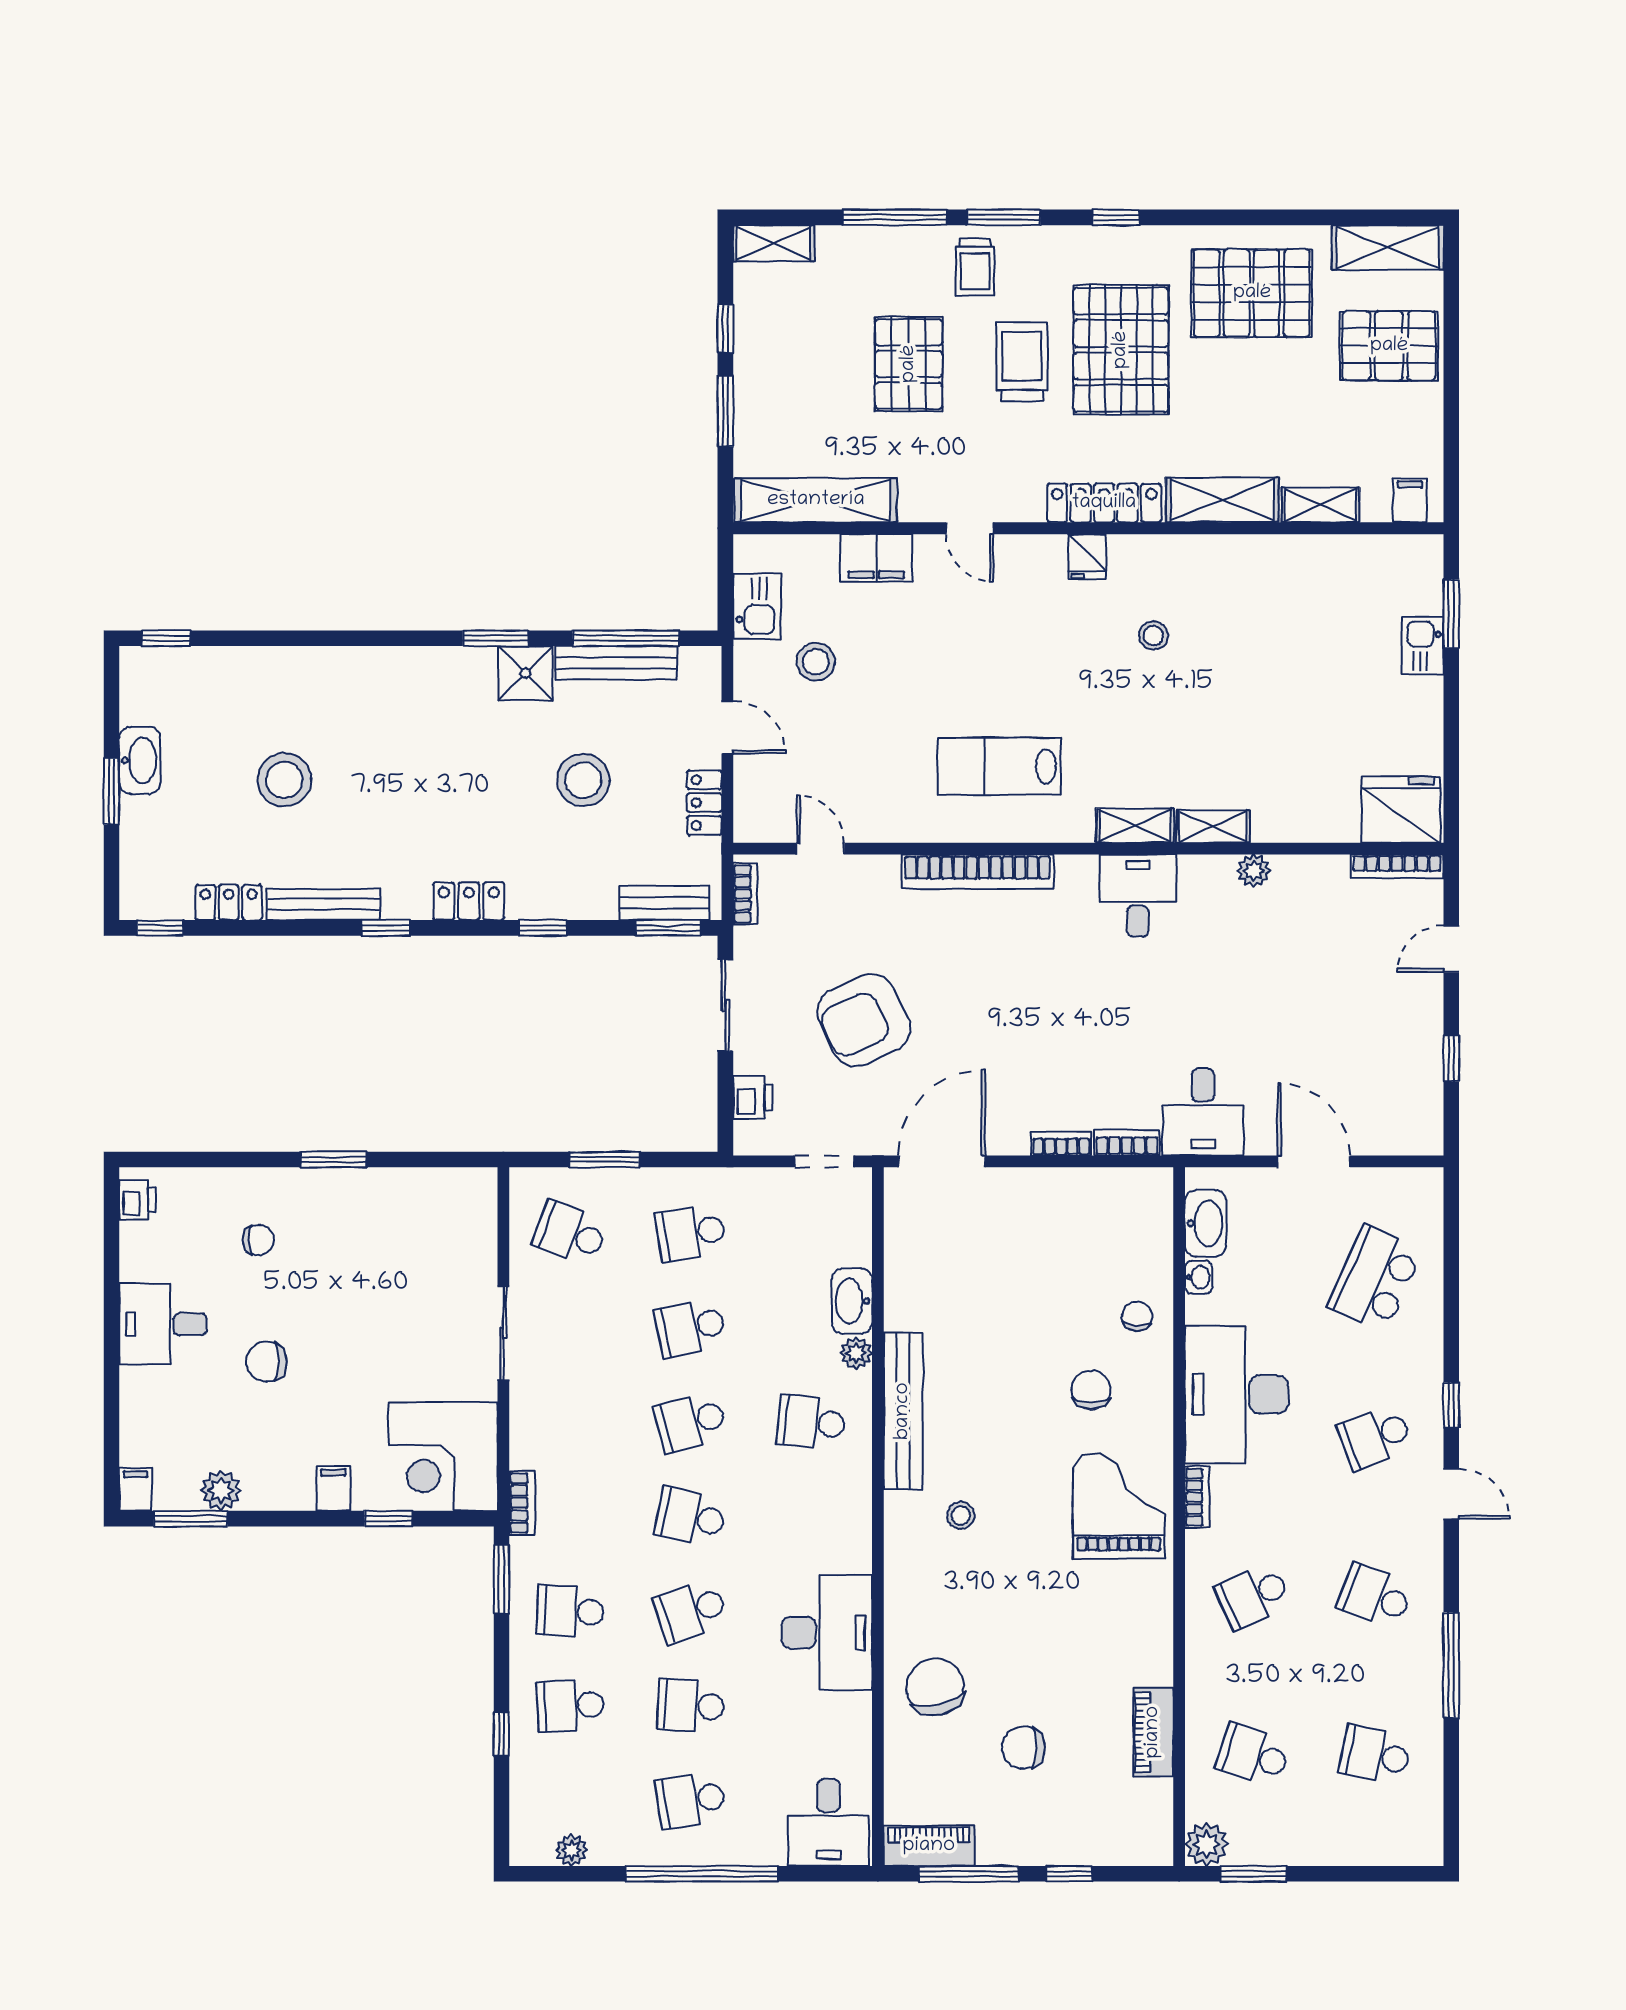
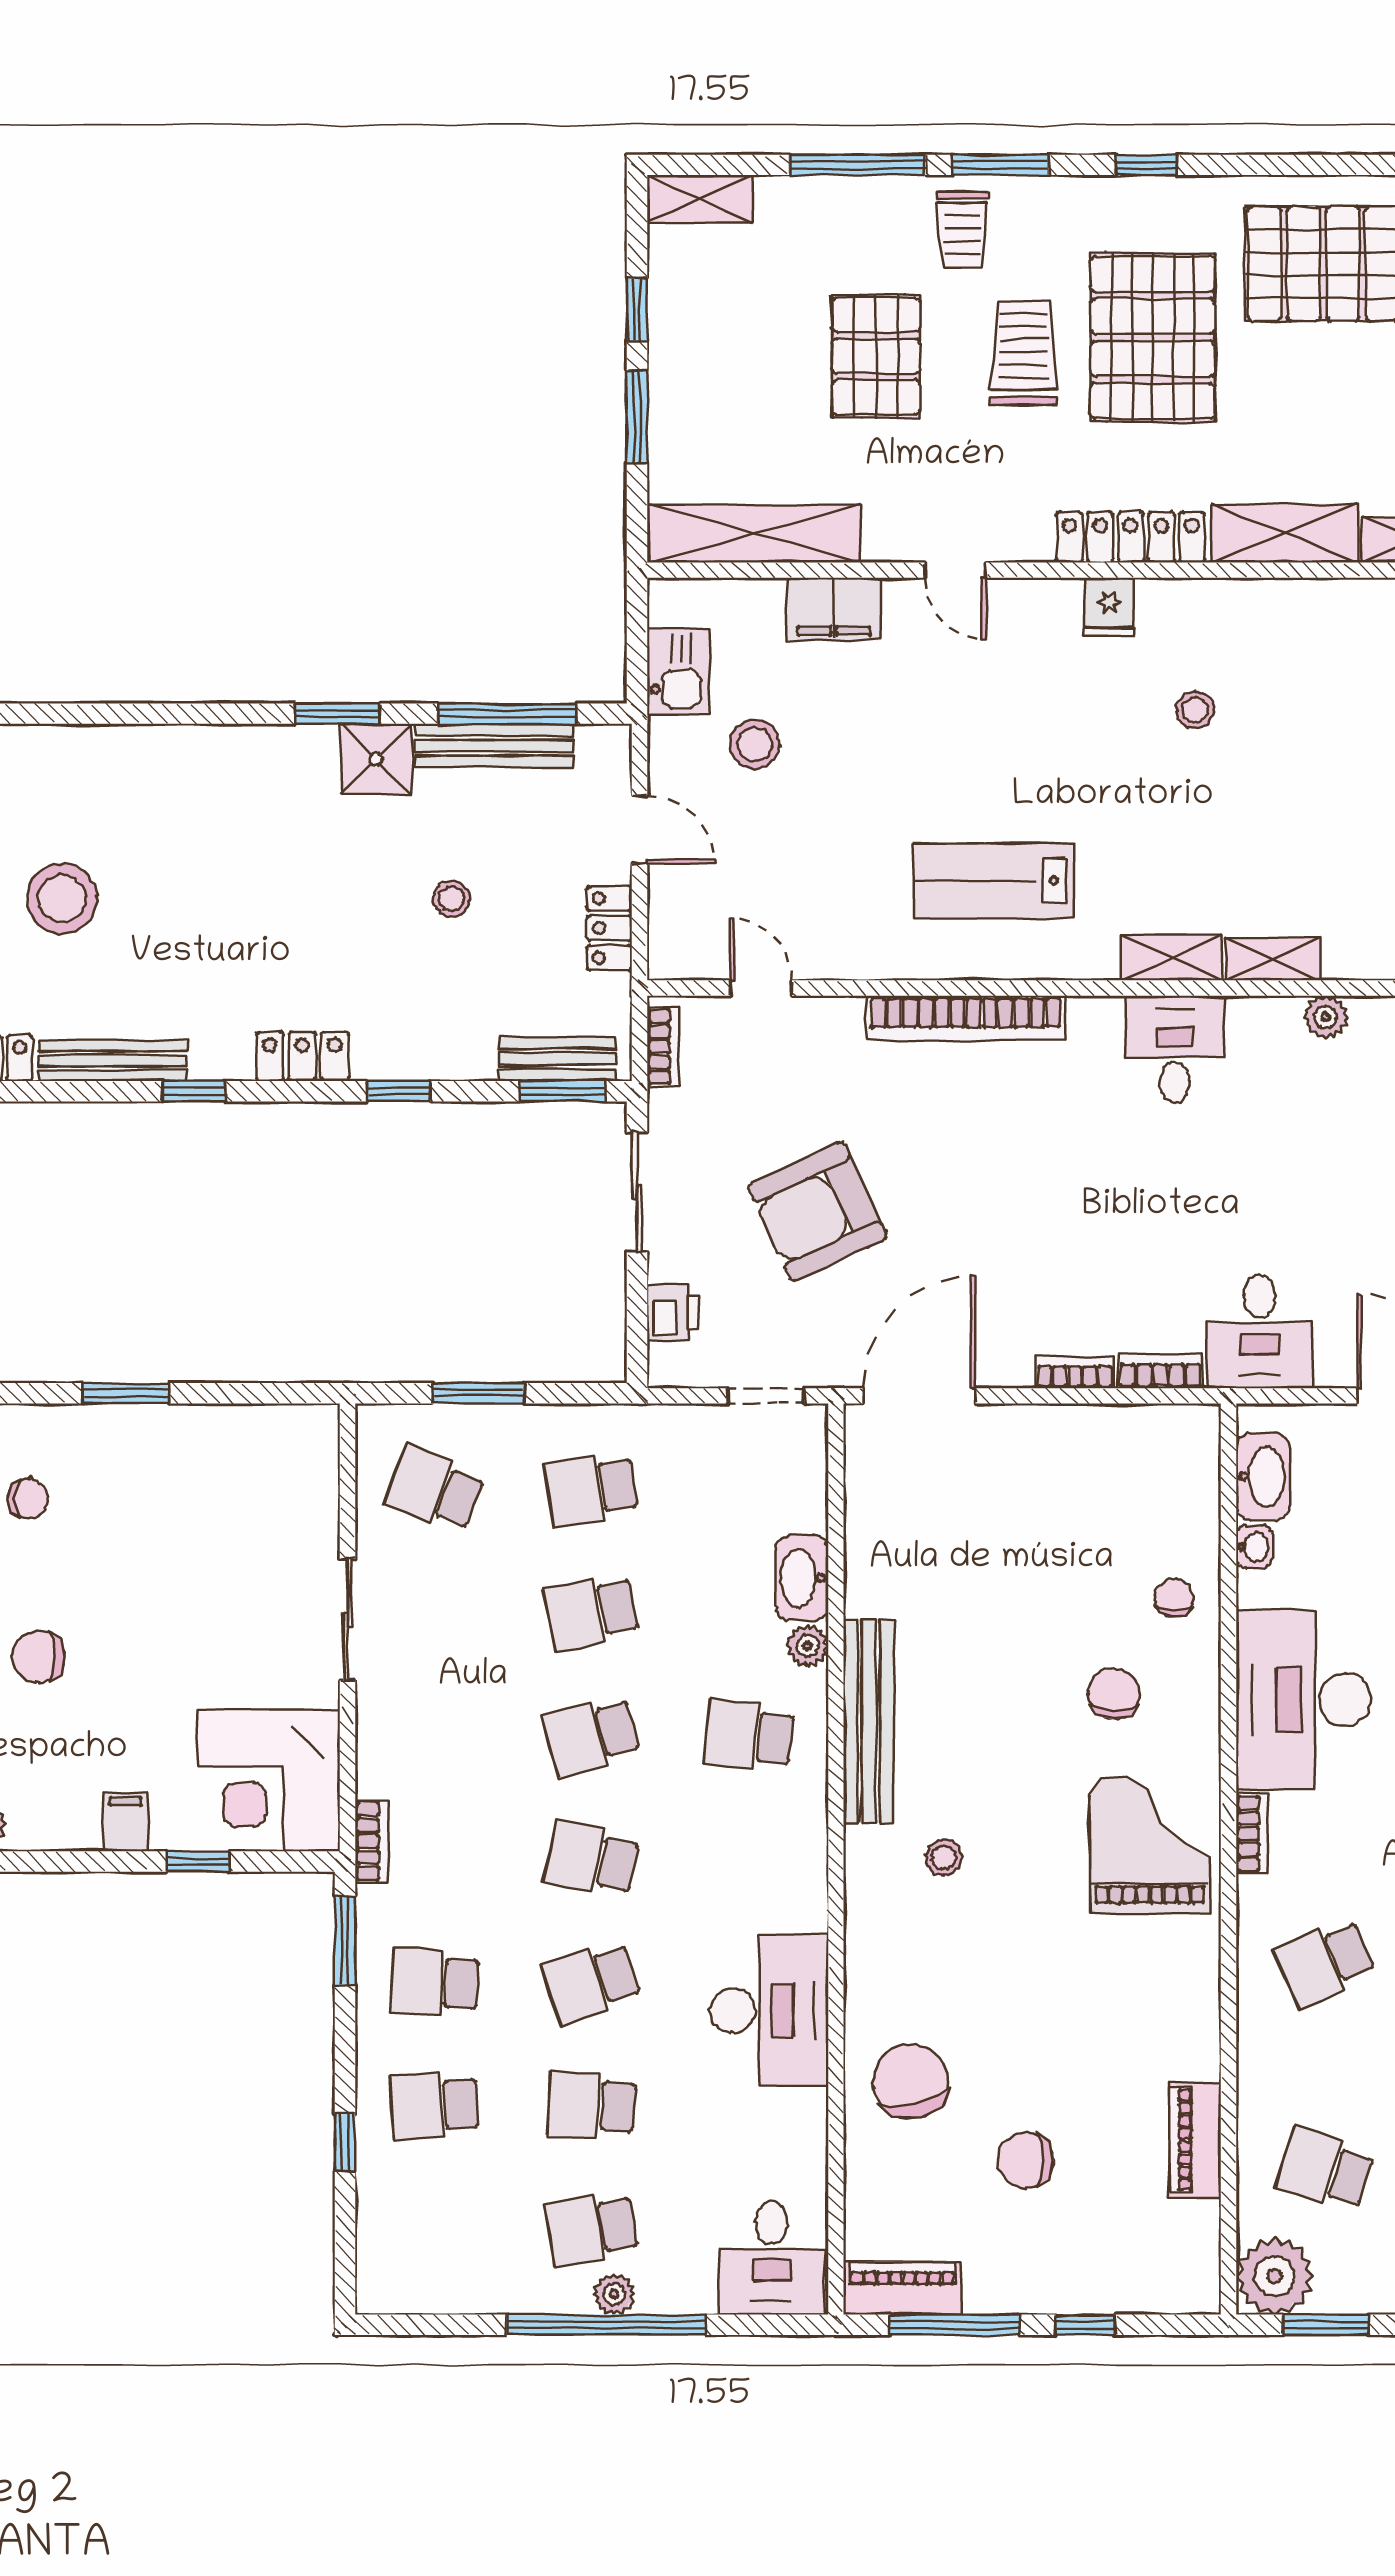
stool: (583, 780) -> (452, 899), width x0.53, depth x0.53
plant: (1207, 1844) -> (1275, 2276), width x1.36, depth x1.36
plant: (572, 1850) -> (614, 2294), moved

